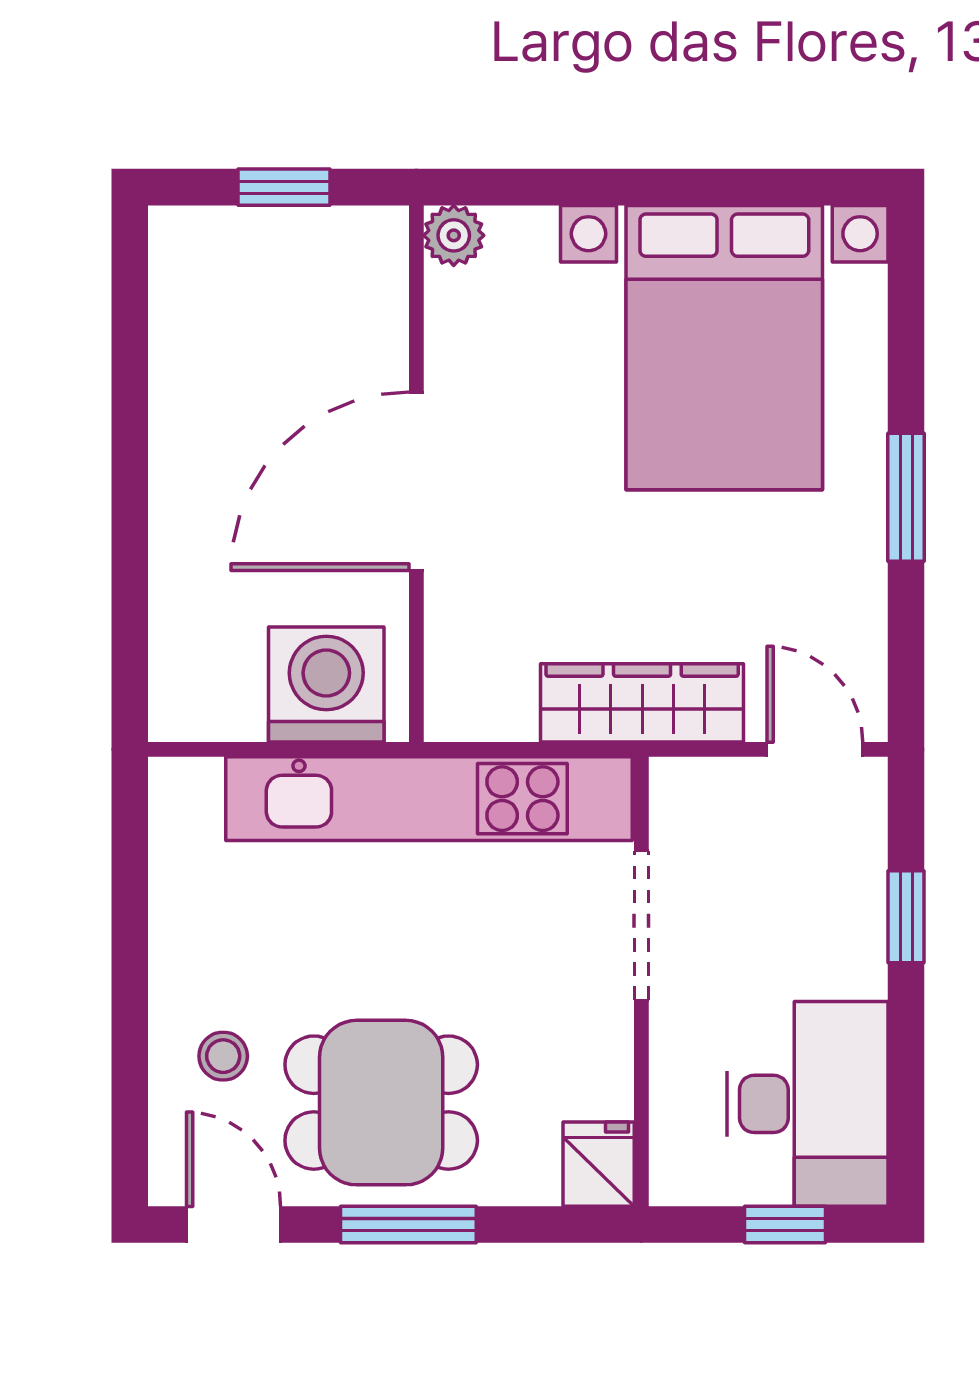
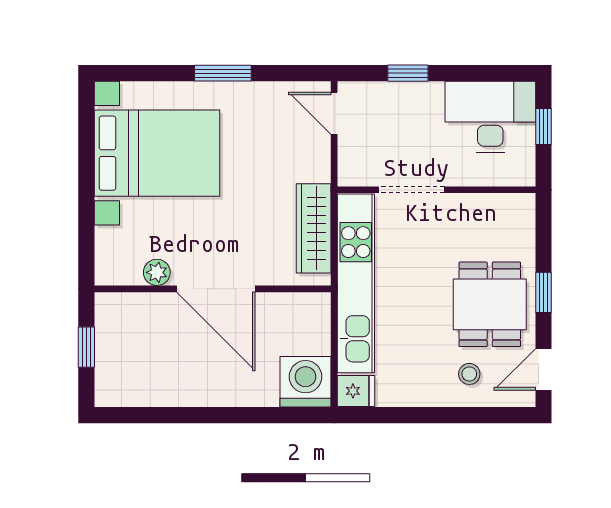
plant: (454, 235) -> (157, 272), moved
washing machine: (326, 685) -> (306, 382), moved, turned 90
wardrobe: (642, 703) -> (314, 228), moved
door: (815, 749) -> (334, 113), hinge flipped
fridge: (599, 1164) -> (356, 391), moved, turned 180
window: (408, 1225) -> (544, 292), width x0.67

